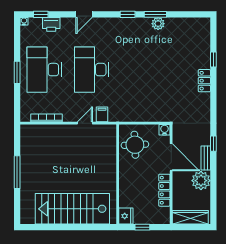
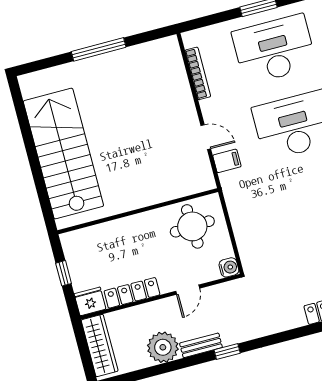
door: (171, 157) -> (188, 290), width x0.53
fridge: (126, 216) -> (90, 301), moved, turned 180

